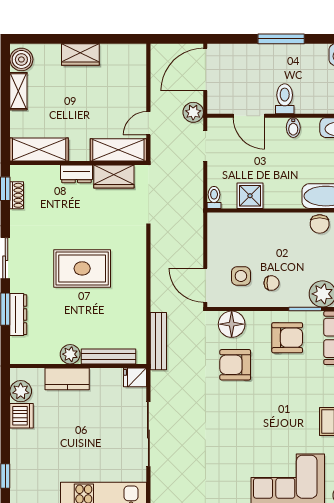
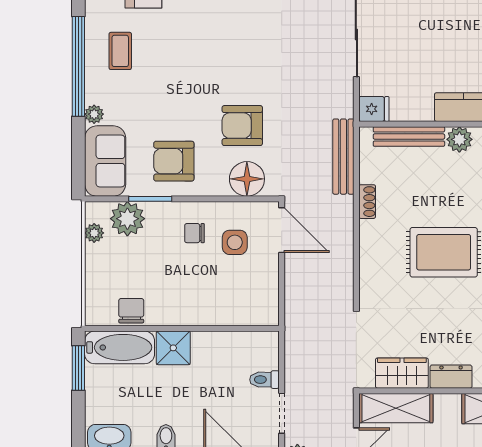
shower: (250, 196) -> (173, 348), moved
toilet: (214, 197) -> (264, 380), moved, turned 90
shoe rack: (140, 307) -> (367, 202), added
armchair: (235, 365) -> (242, 126), turned 180

